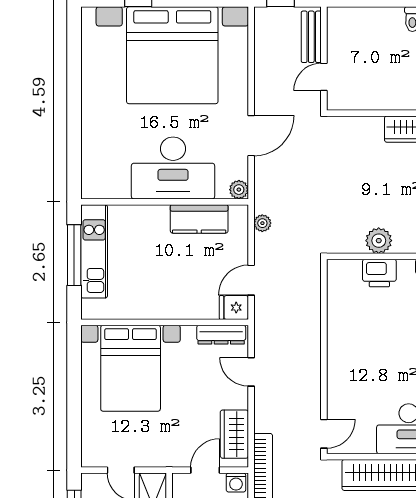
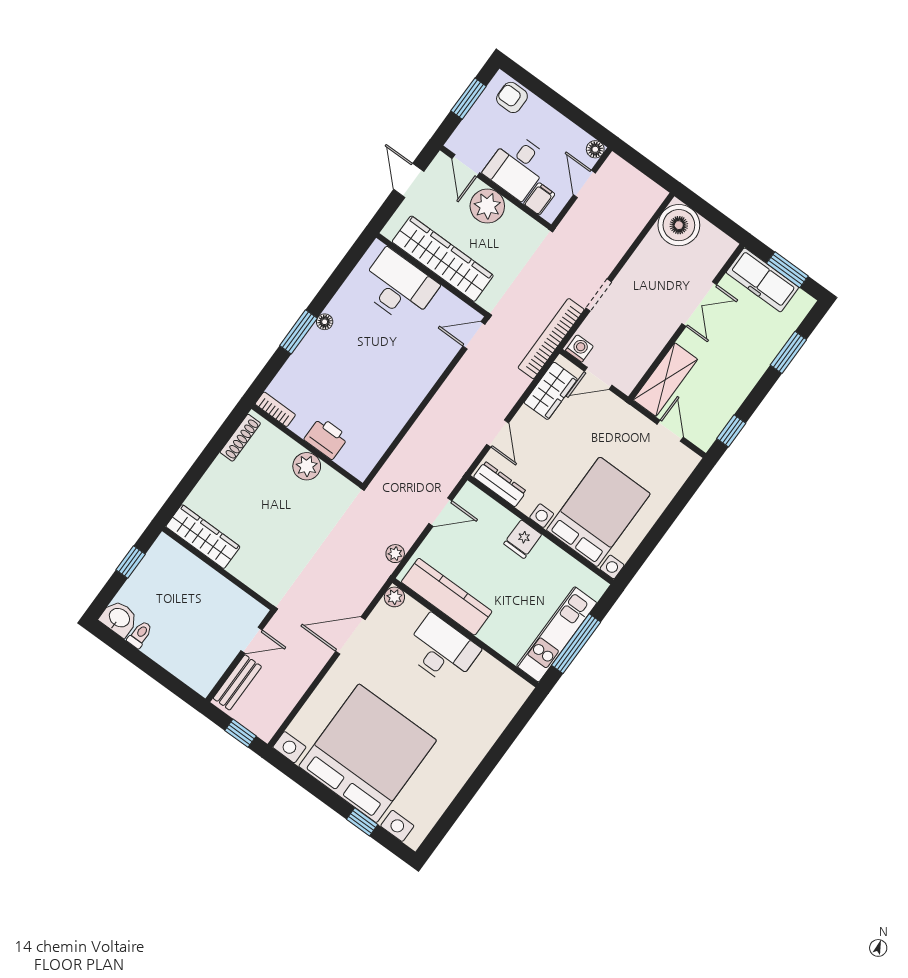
desk: (173, 168) -> (442, 650), width x0.73, depth x0.77
kitchen counter: (199, 219) -> (447, 597), width x1.50
fridge: (234, 308) -> (523, 539), moved, turned 90

